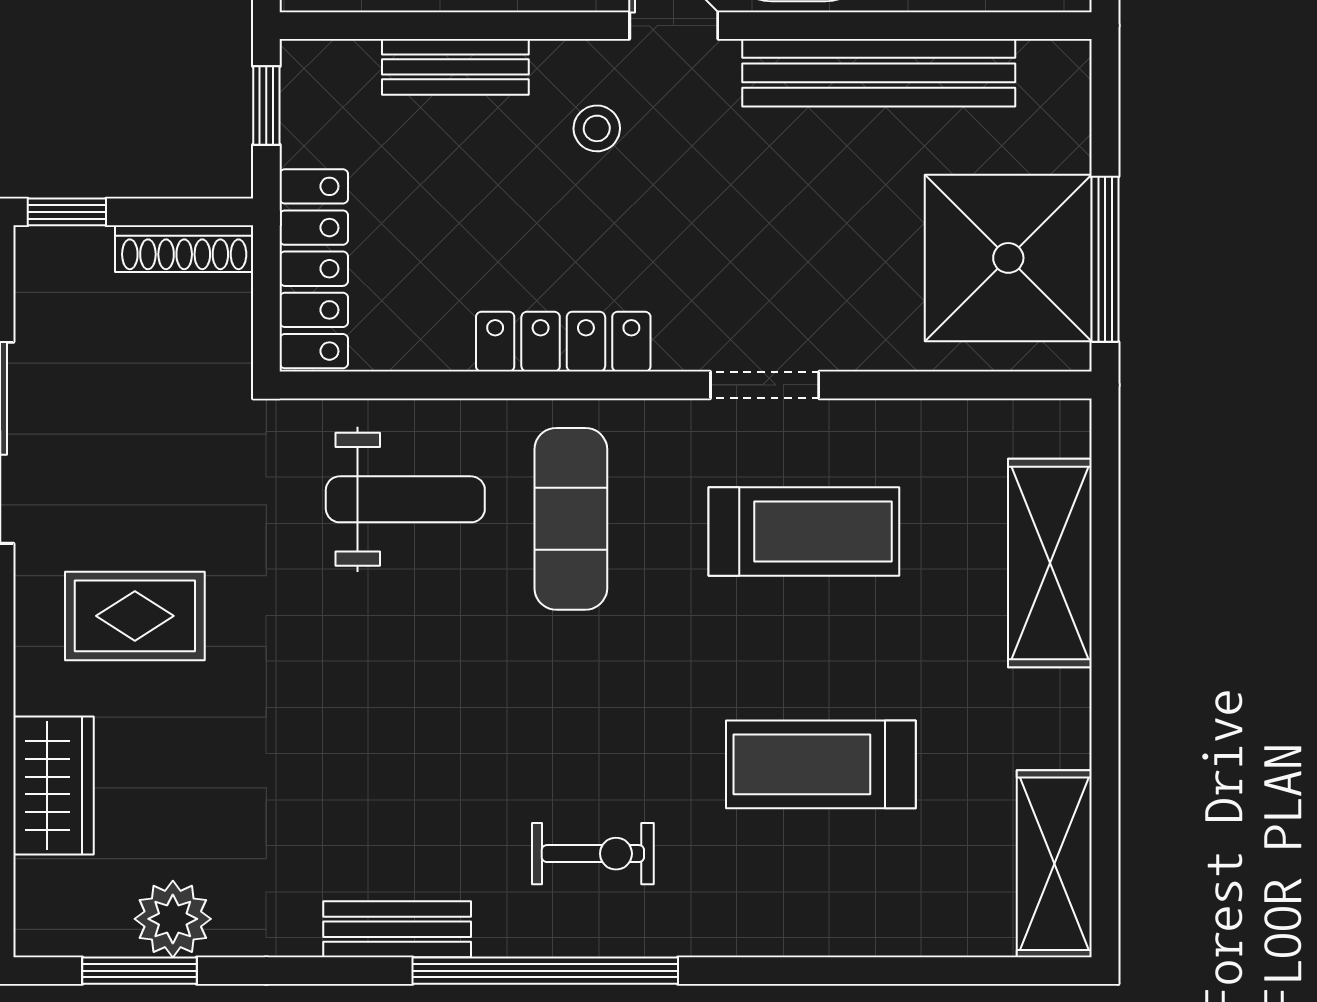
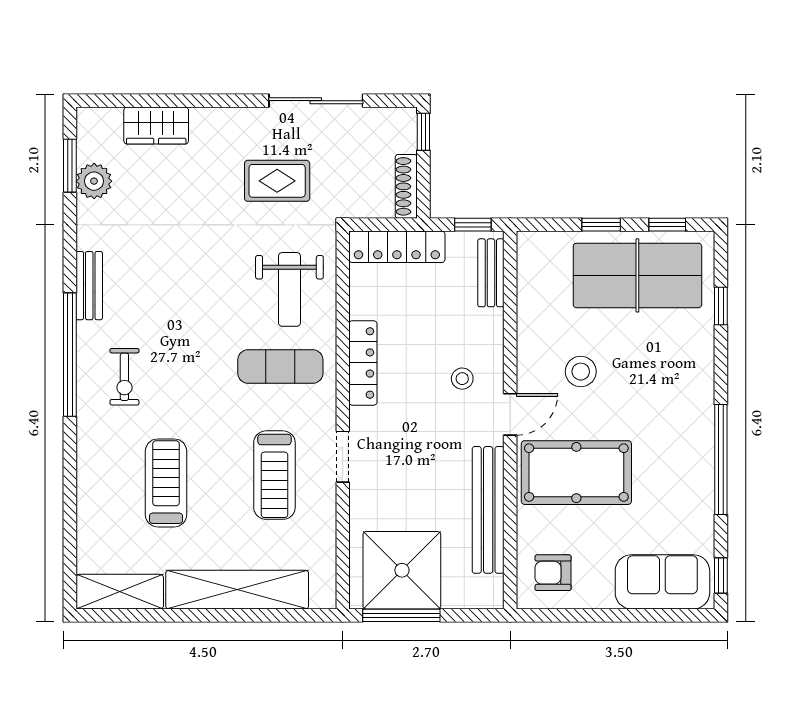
bench: (455, 67) -> (491, 273), moved
shelving: (1050, 563) -> (237, 590), width x1.47
rug: (135, 616) -> (277, 181), moved, turned 90

